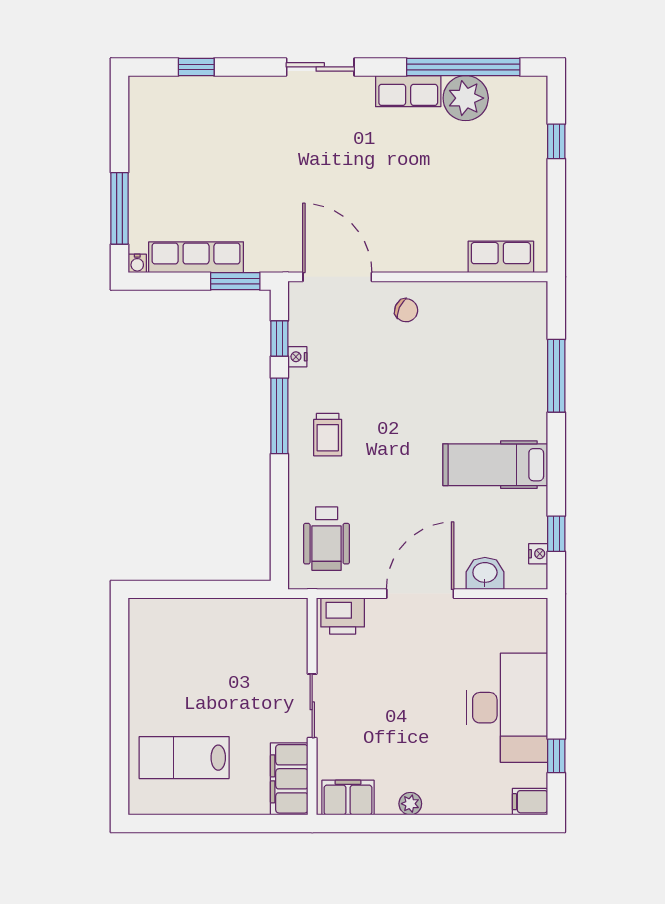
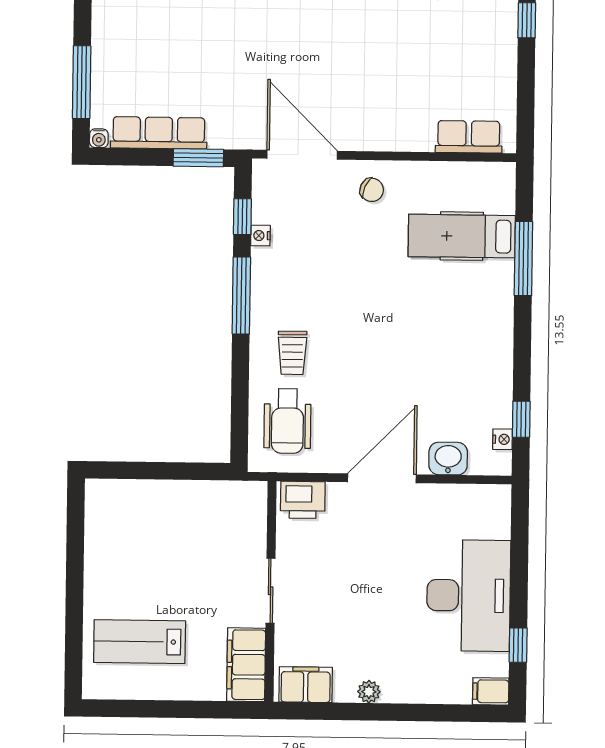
trolley: (328, 435) -> (292, 353), moved
hospital bed: (495, 465) -> (462, 236), moved

